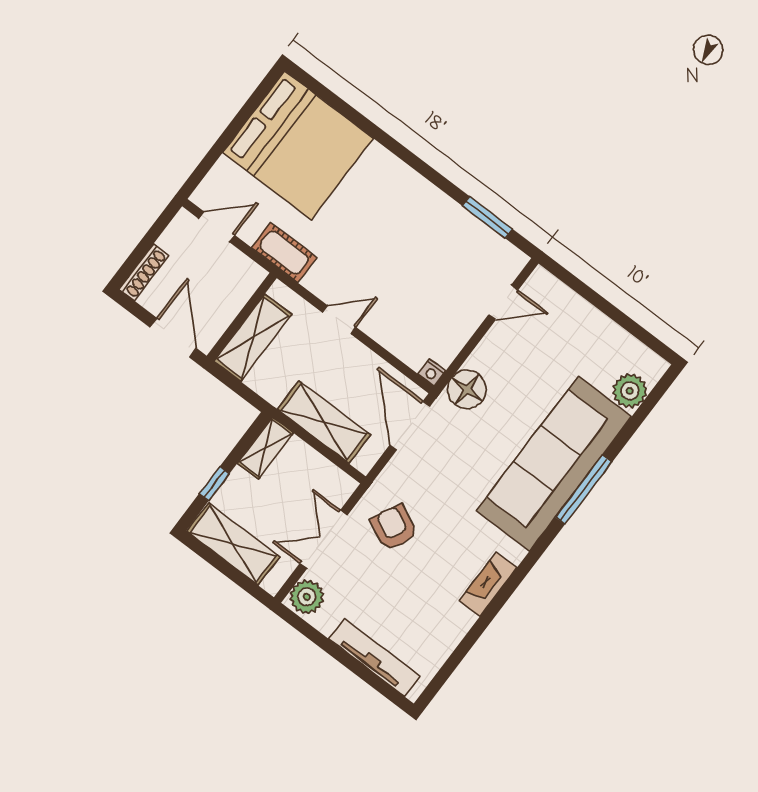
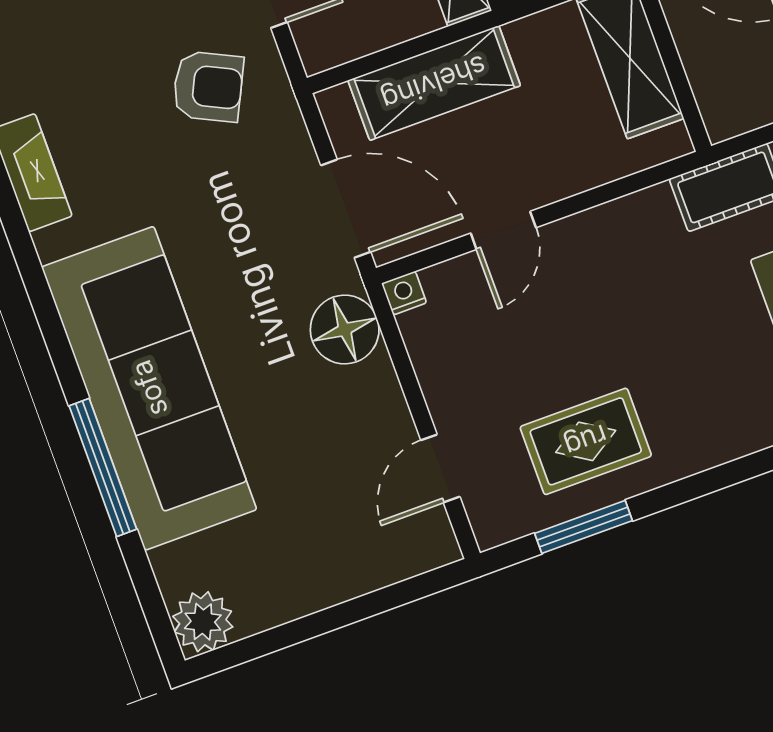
rug: (447, 242) -> (586, 441), added
door: (339, 320) -> (503, 230), moved
plant: (630, 391) -> (203, 622), moved
window: (584, 490) -> (103, 467), moved

